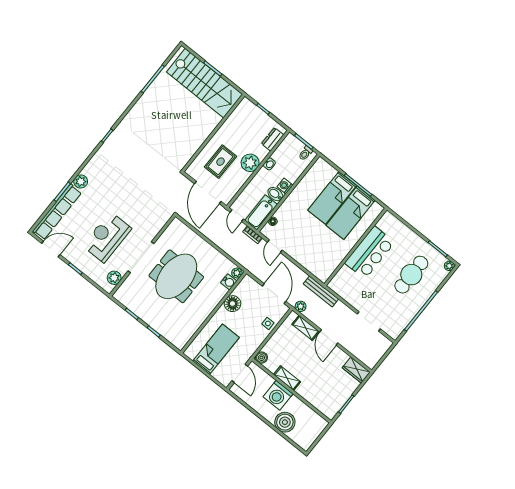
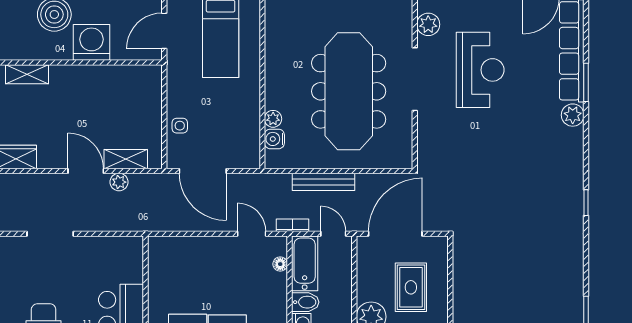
door: (208, 192) -> (395, 234), hinge flipped
plant: (237, 273) -> (273, 119), moved
meeting table: (176, 276) -> (349, 91), width x1.36
bench: (321, 291) -> (323, 182), moved
floor lamp: (233, 304) -> (247, 115), removed
plant: (301, 306) -> (119, 182), moved
boiler: (261, 358) -> (152, 74), removed
door: (240, 373) -> (164, 31), hinge flipped
shelving: (287, 378) -> (27, 74), moved

